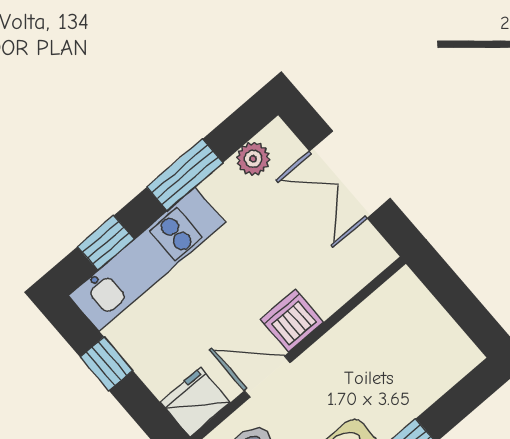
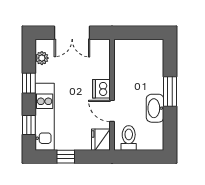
window: (185, 175) -> (29, 83), width x0.67
door: (267, 377) -> (112, 111), hinge flipped

